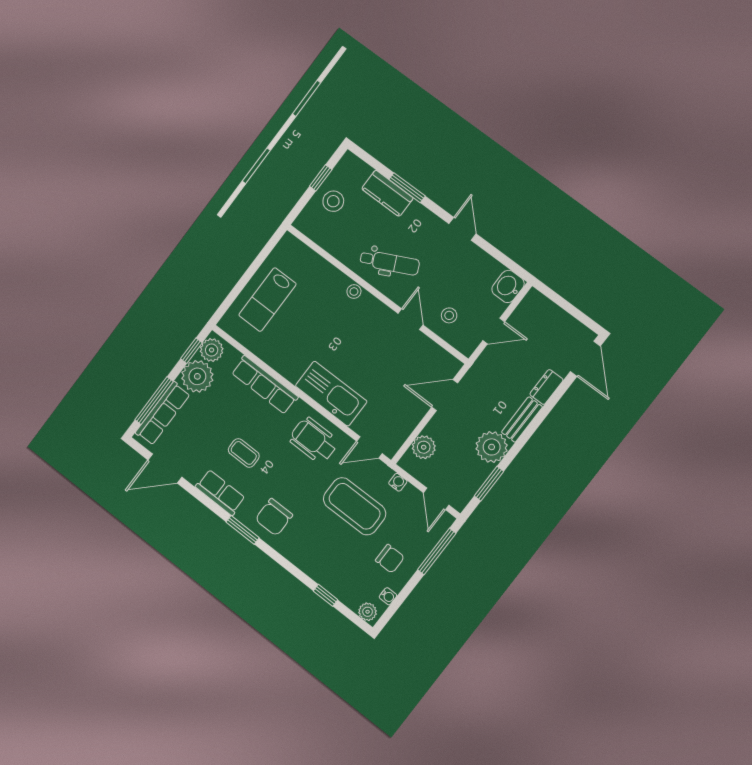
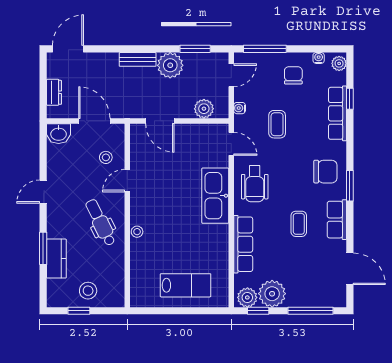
door: (494, 331) -> (94, 121), width x1.38
dresser: (546, 387) -> (54, 92), moved, turned -90
row of seats: (163, 413) -> (338, 113), moved, turned -90
coffee table: (355, 506) -> (277, 124), width x0.54, depth x0.58

